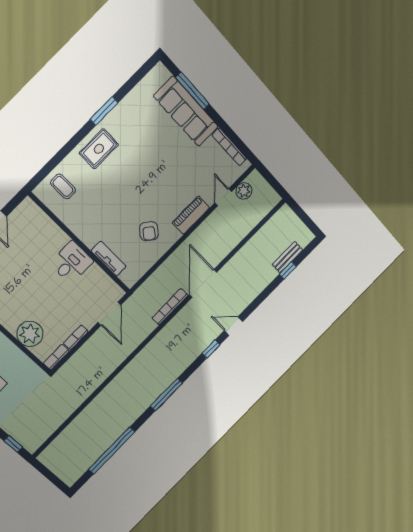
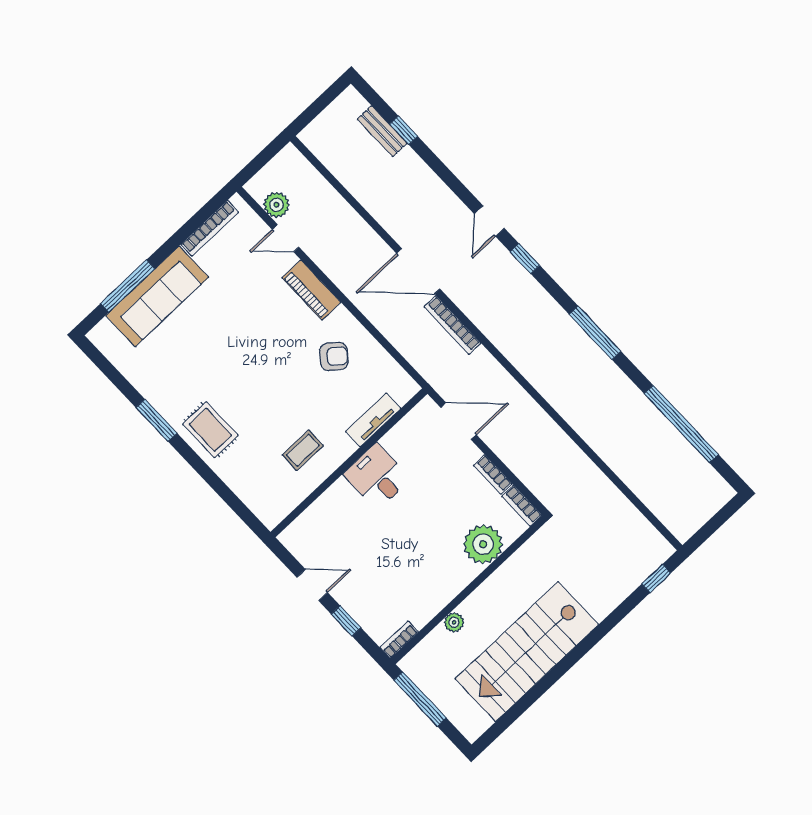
coffee table: (63, 186) -> (303, 450), moved

